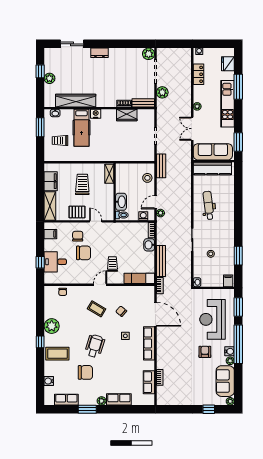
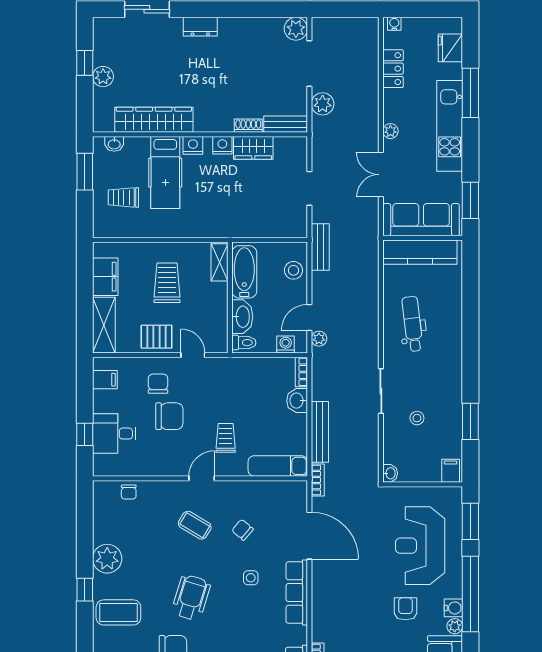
nightstand: (111, 114) -> (222, 145), added
bathtub: (122, 179) -> (244, 272), added

